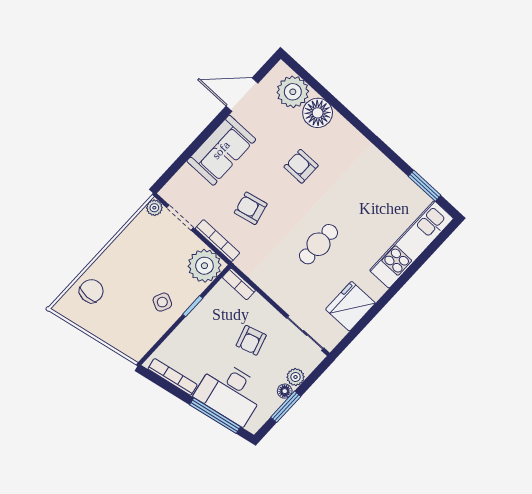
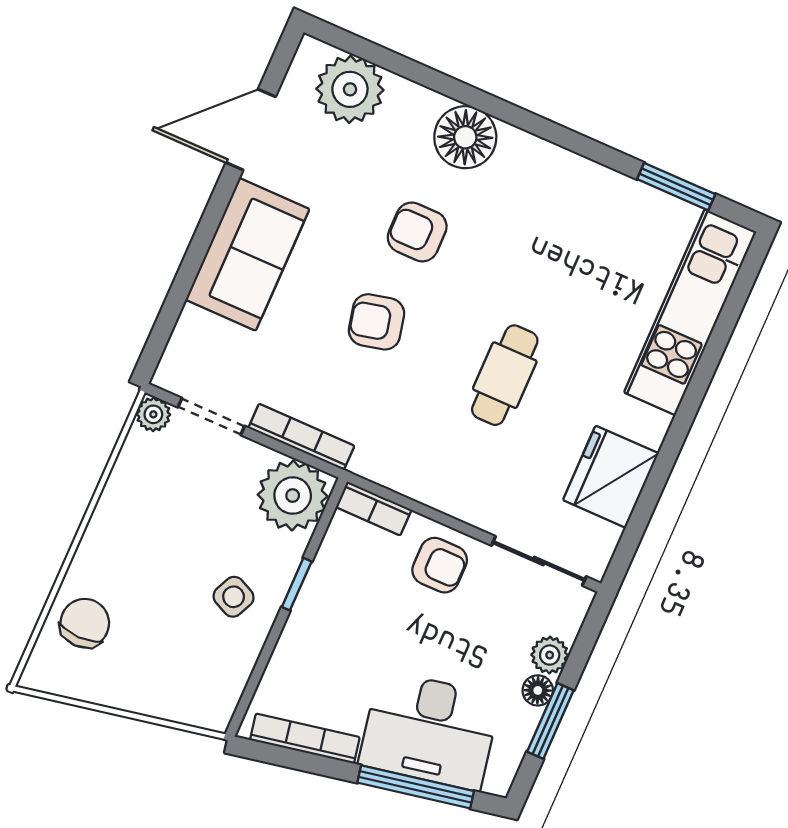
floor lamp: (318, 113) -> (465, 137), moved
armchair: (251, 208) -> (376, 322), moved
armchair: (251, 340) -> (440, 565), moved, turned -73

